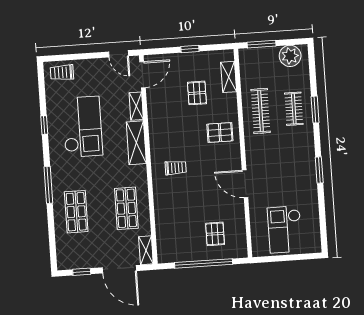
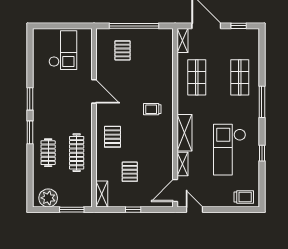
shelving: (229, 77) -> (102, 194), moved
window: (315, 110) -> (30, 132), moved
pallet: (220, 132) -> (113, 137), turned 90

